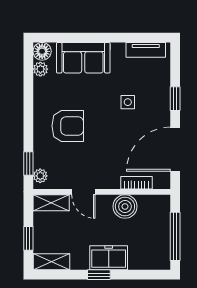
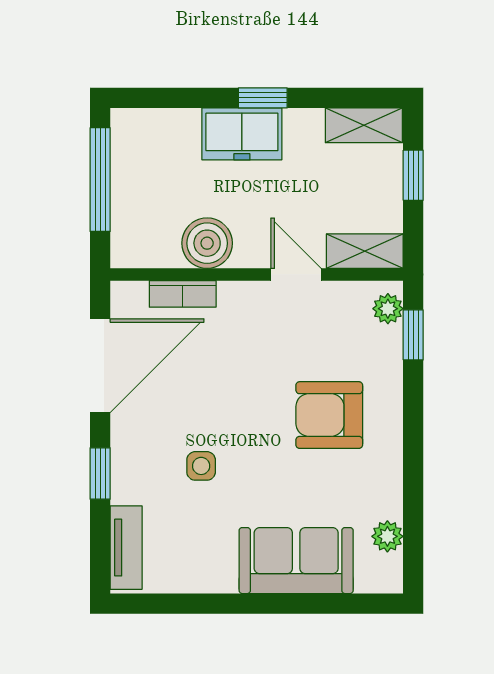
tv unit: (146, 50) -> (126, 548), moved, turned 90
floor lamp: (42, 51) -> (384, 574), removed

